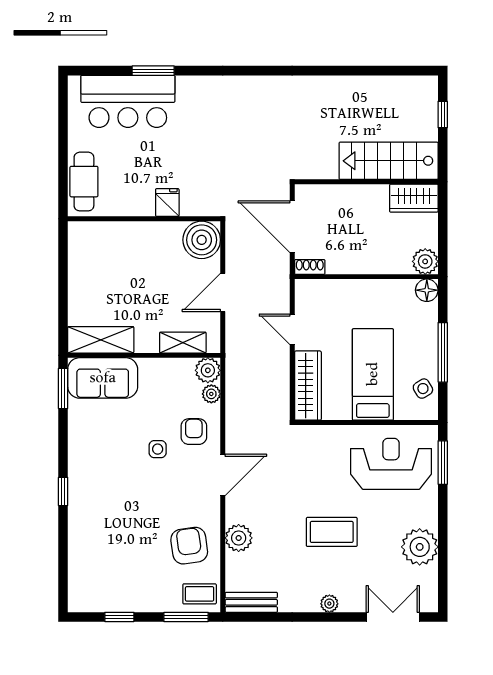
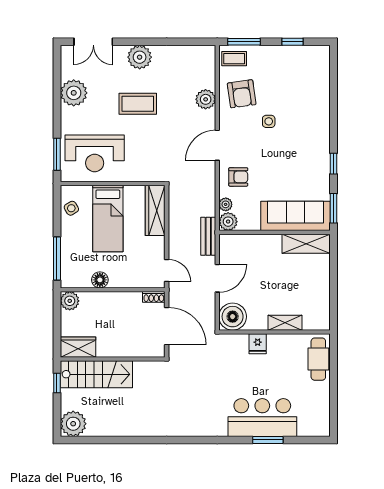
plant: (420, 93) -> (73, 424), added
bar counter: (128, 101) -> (262, 418), moved
window: (443, 115) -> (57, 383), moved
floor lamp: (427, 290) -> (100, 280), moved
door: (292, 329) -> (167, 271), moved
shelving: (183, 343) -> (285, 323), moved
window: (443, 352) -> (57, 258), moved
sofa: (103, 378) -> (296, 216), width x1.36
armchair: (194, 432) -> (238, 177), turned -90
side table: (158, 449) -> (269, 121), moved
window: (63, 491) -> (334, 164), moved
bench: (251, 602) -> (208, 236), moved, turned 90
plant: (329, 604) -> (140, 57), width x1.88, depth x1.88

